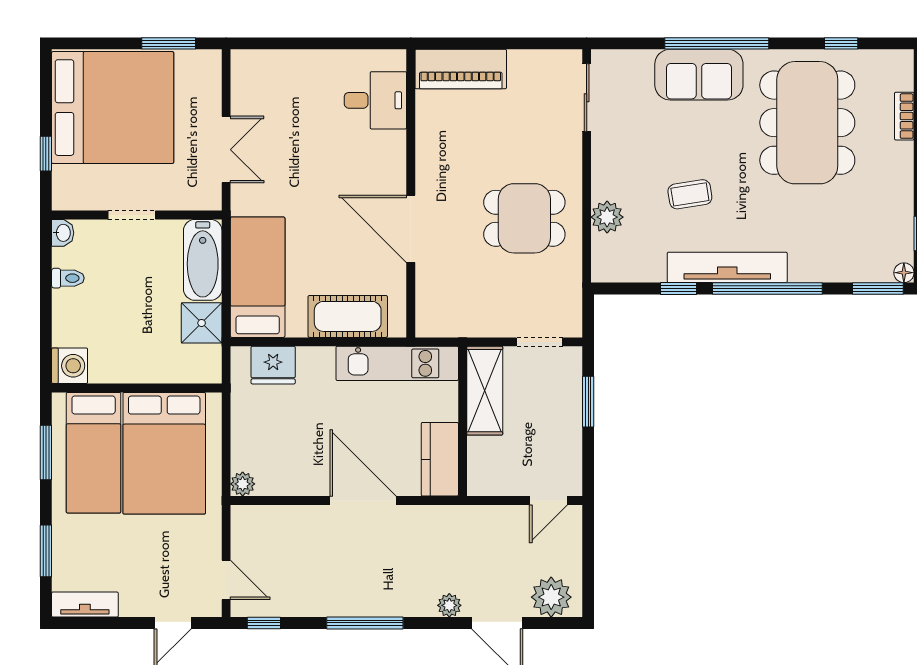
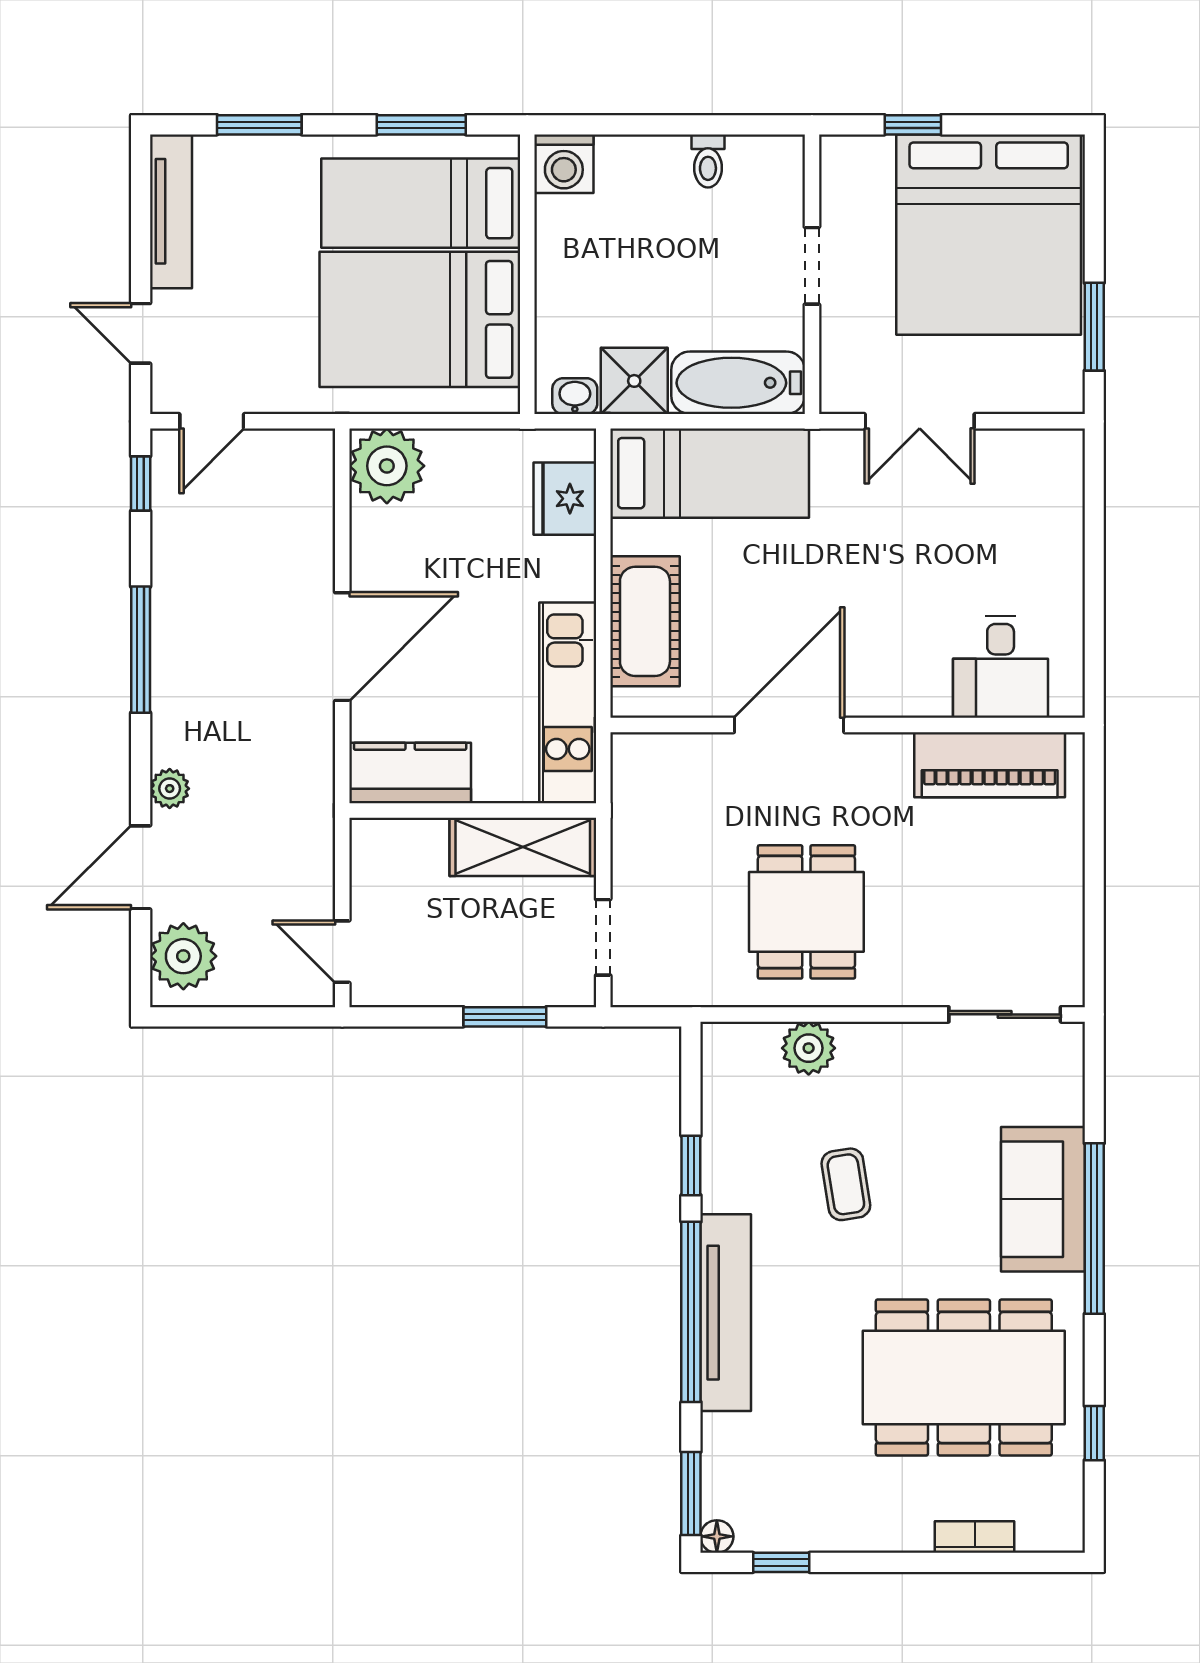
piano: (461, 69) -> (990, 765), moved, turned -90
washbasin: (63, 233) -> (575, 396), moved, turned 180
tv unit: (727, 267) -> (726, 1313), moved
plant: (243, 484) -> (387, 466), width x1.87, depth x1.87
tv unit: (85, 605) -> (171, 211), width x1.41

